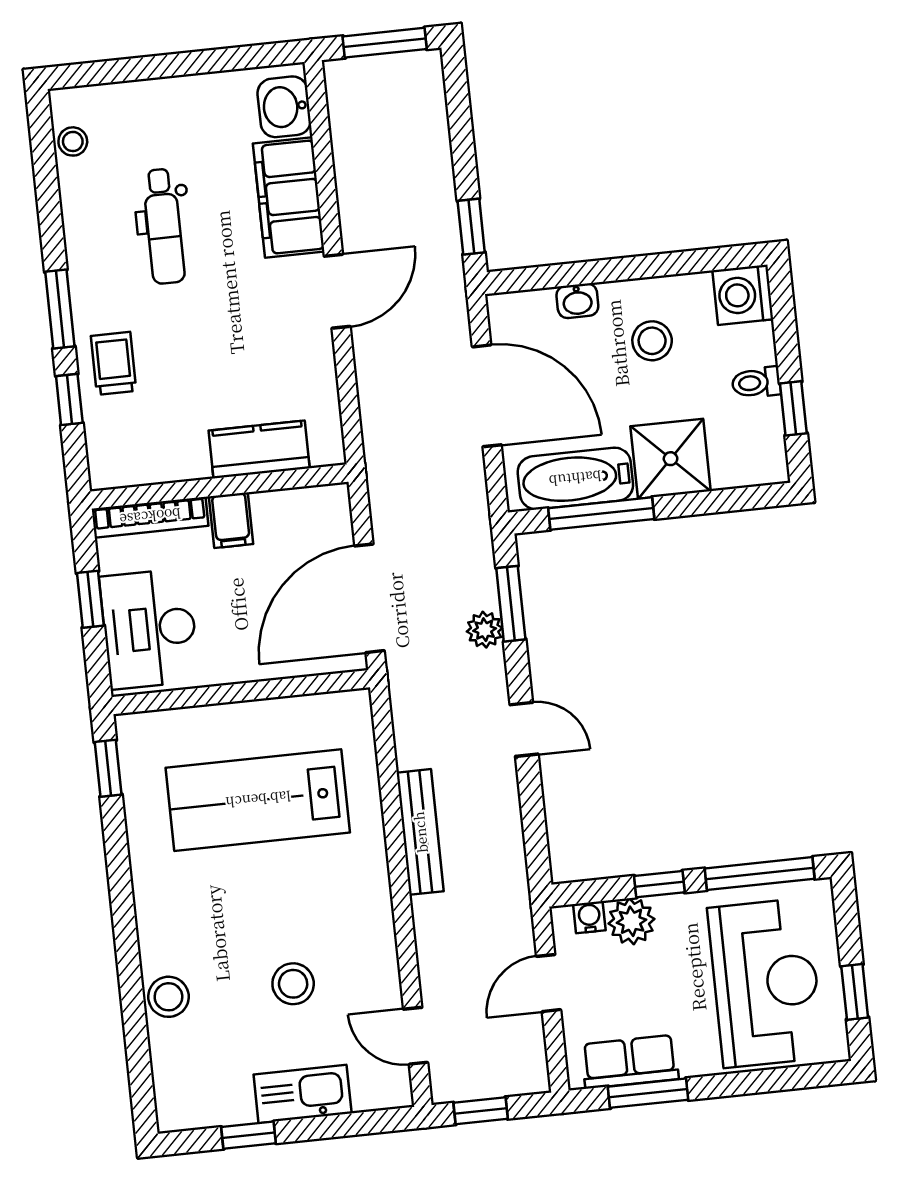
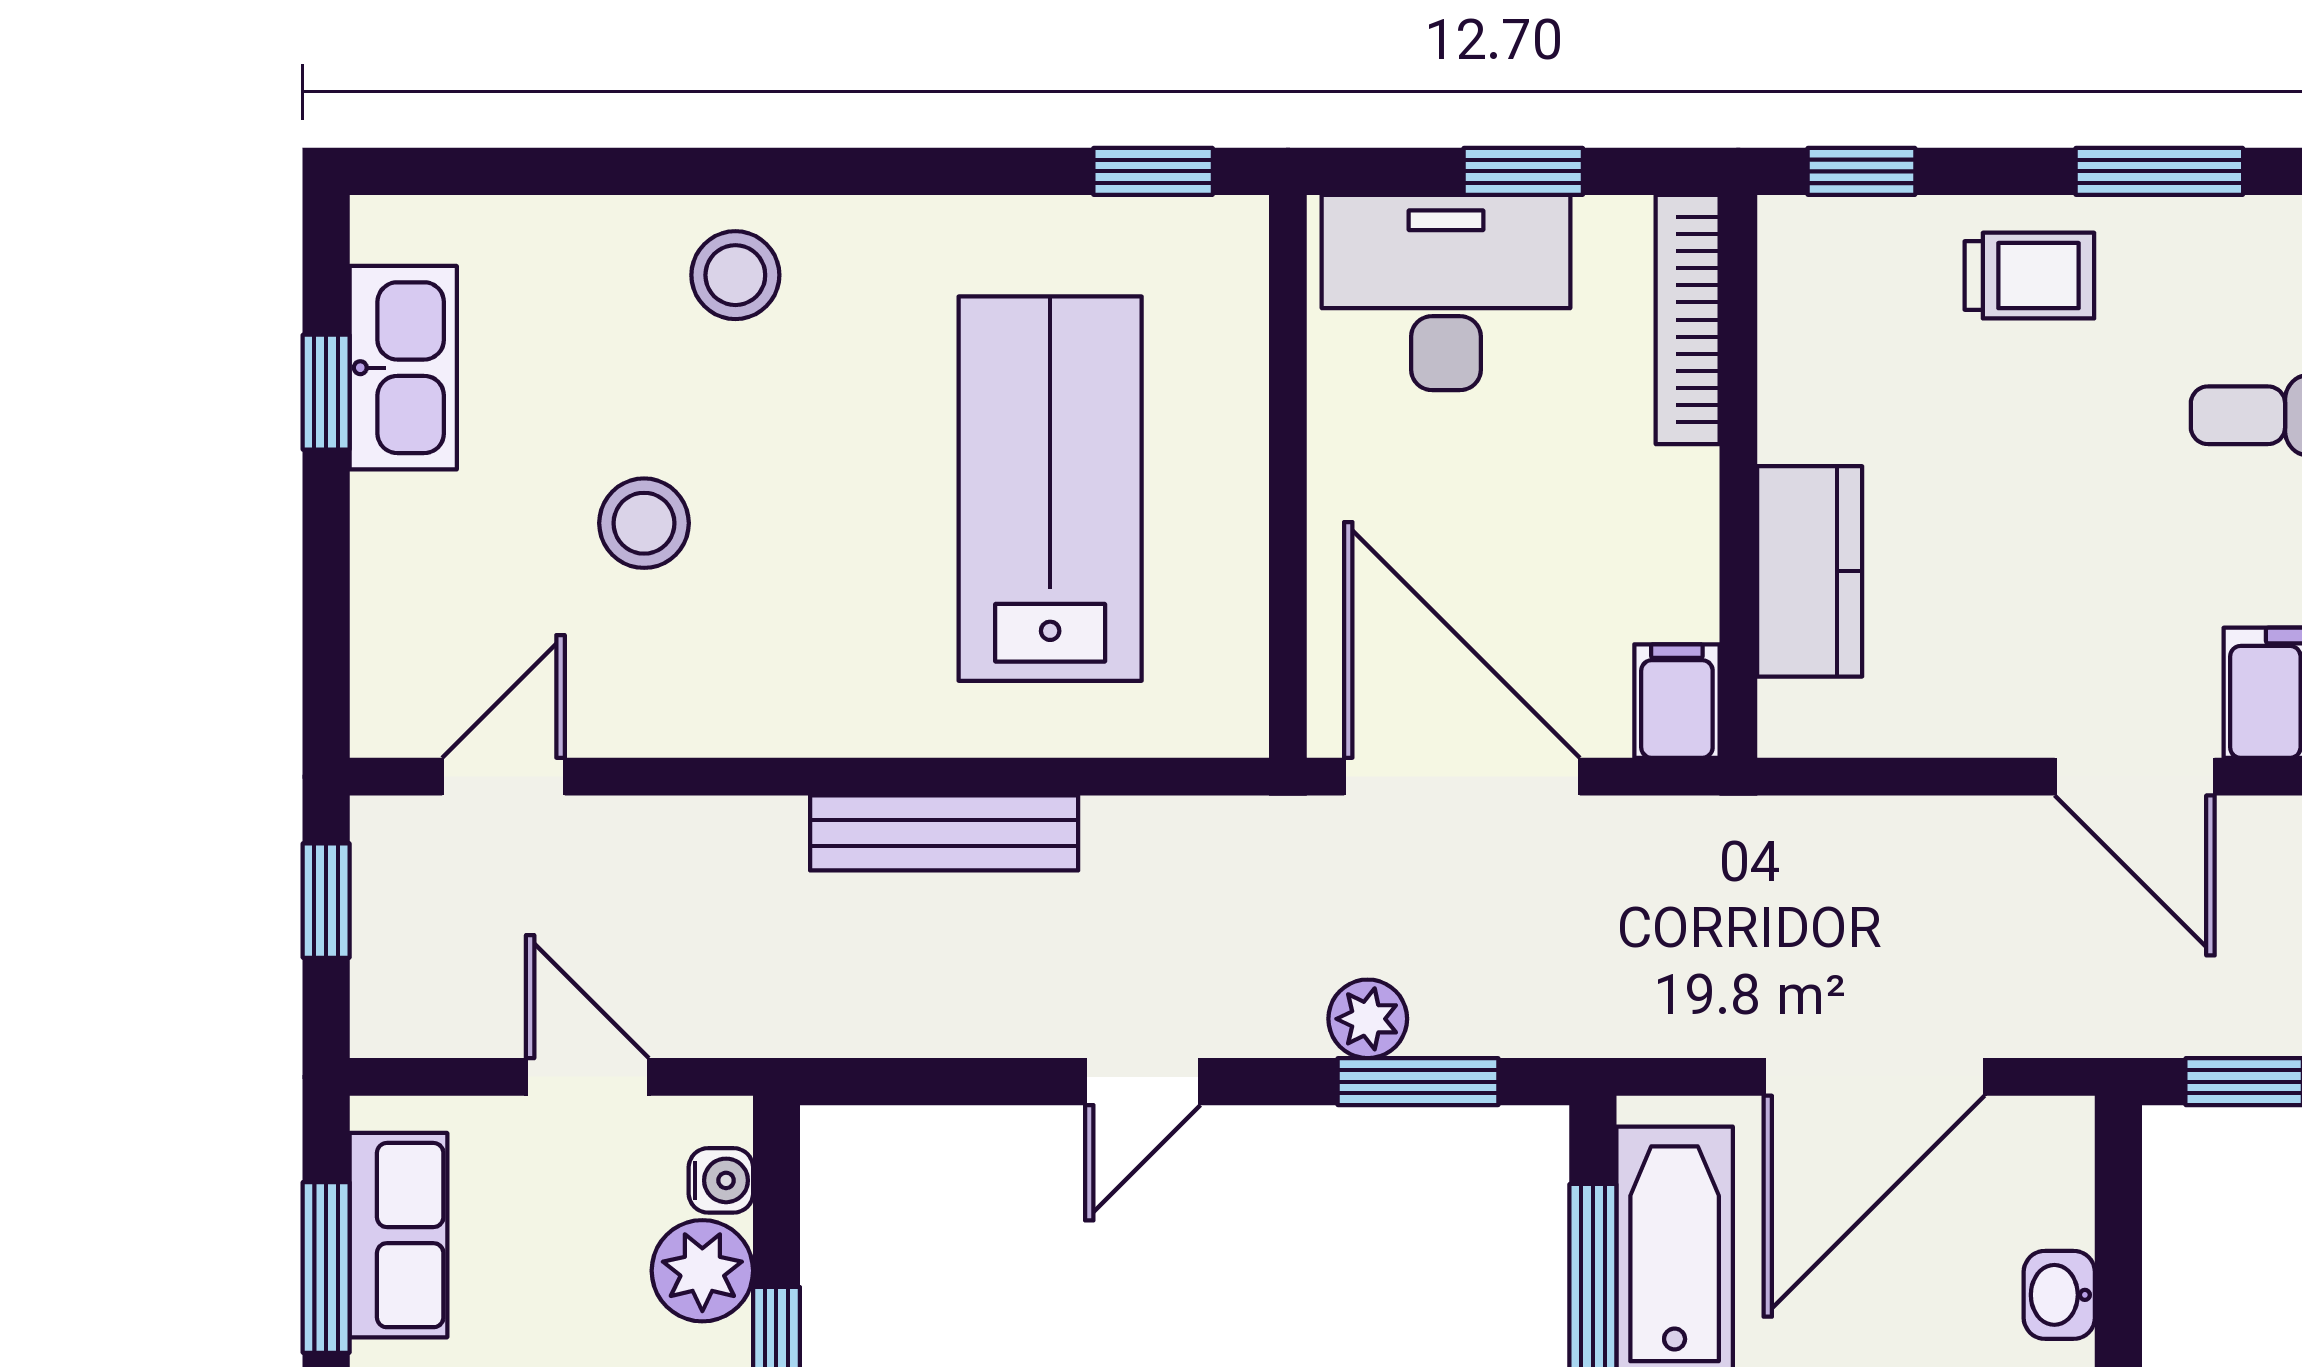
window: (69, 399) -> (1861, 171), moved
filing cabinet: (231, 520) -> (1677, 701), moved, turned 90
stool: (168, 997) -> (735, 275), moved
kitchen sink: (303, 1094) -> (403, 368), moved

